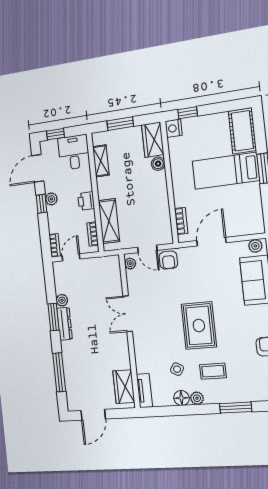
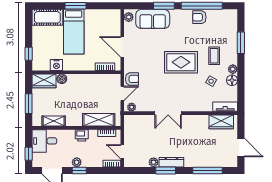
nightstand: (174, 128) -> (56, 65), moved

